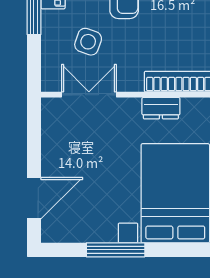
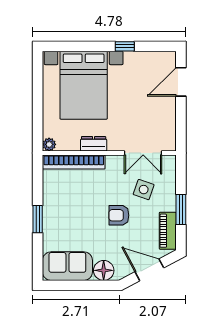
window: (116, 250) -> (125, 46), width x0.46

